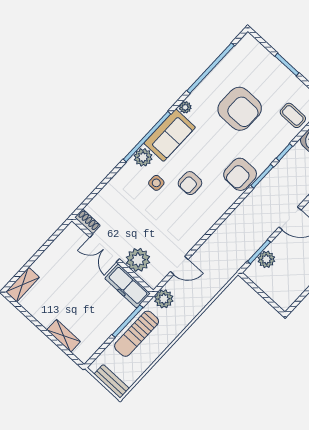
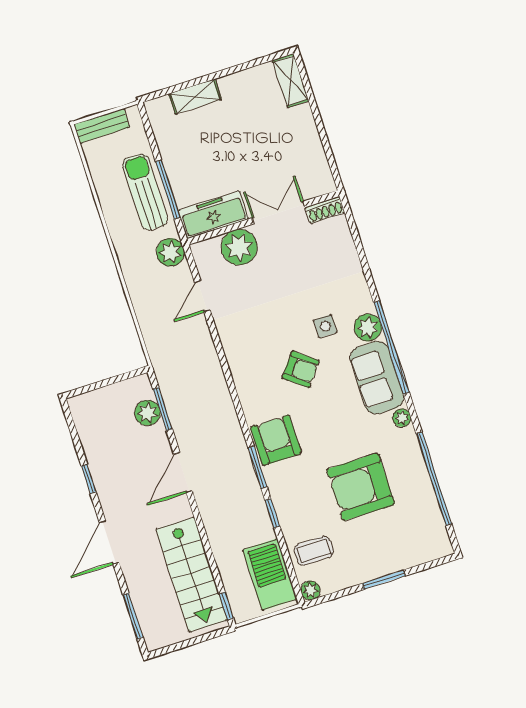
armchair: (190, 183) -> (301, 369), turned 128

